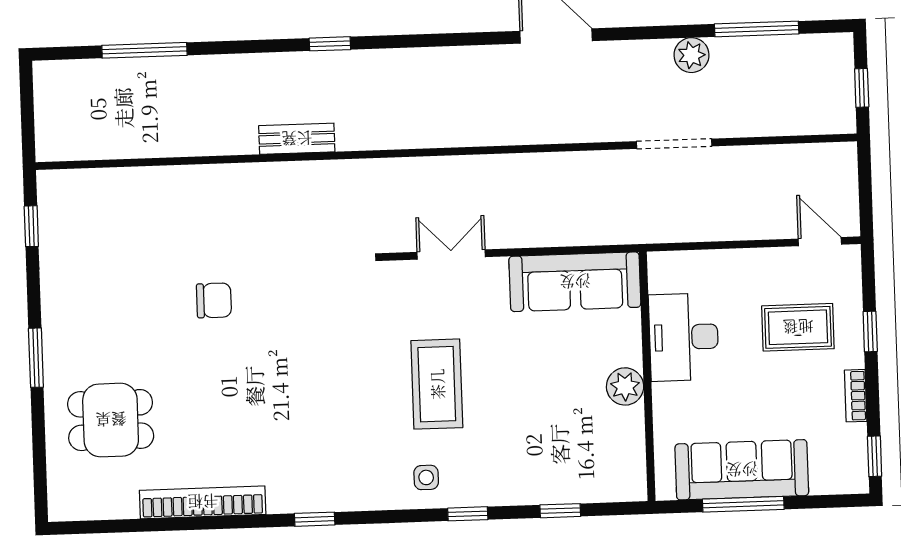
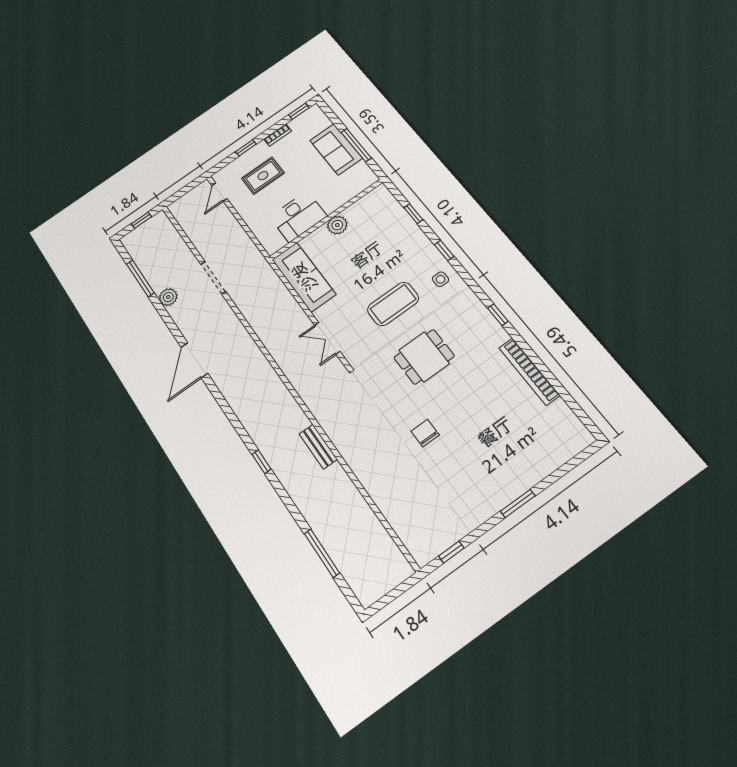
rug: (798, 327) -> (263, 176), turned 90
dining table: (111, 420) -> (424, 357), moved, turned 90
sofa: (742, 470) -> (336, 149), width x0.73

